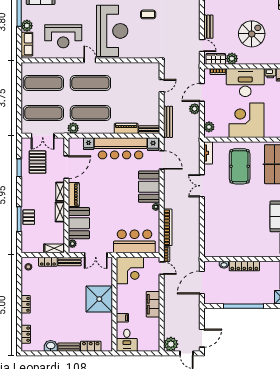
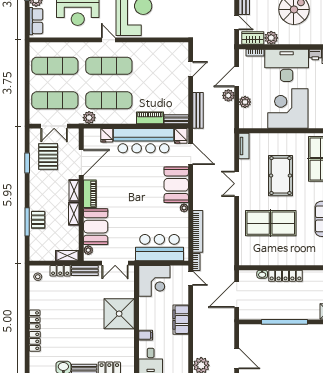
plant: (209, 127) -> (245, 102), moved
pool table: (240, 166) -> (280, 176), moved
table tennis table: (231, 220) -> (271, 223), added
locker: (26, 334) -> (35, 341), moved
door: (202, 338) -> (237, 358), hinge flipped

